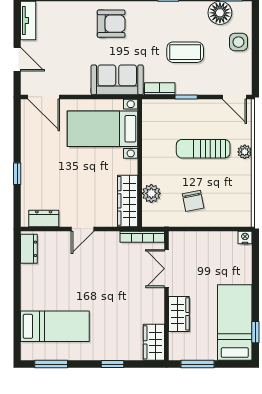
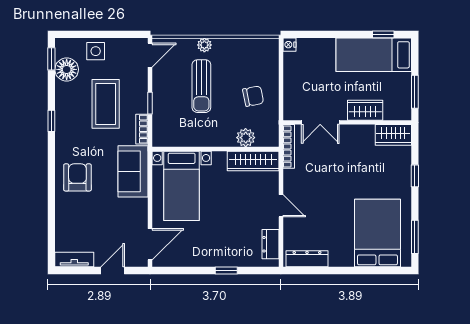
coffee table: (185, 52) -> (106, 104), width x1.36, depth x1.32
dresser: (29, 249) -> (307, 259), width x1.44
bed: (55, 326) -> (377, 233), width x1.50

